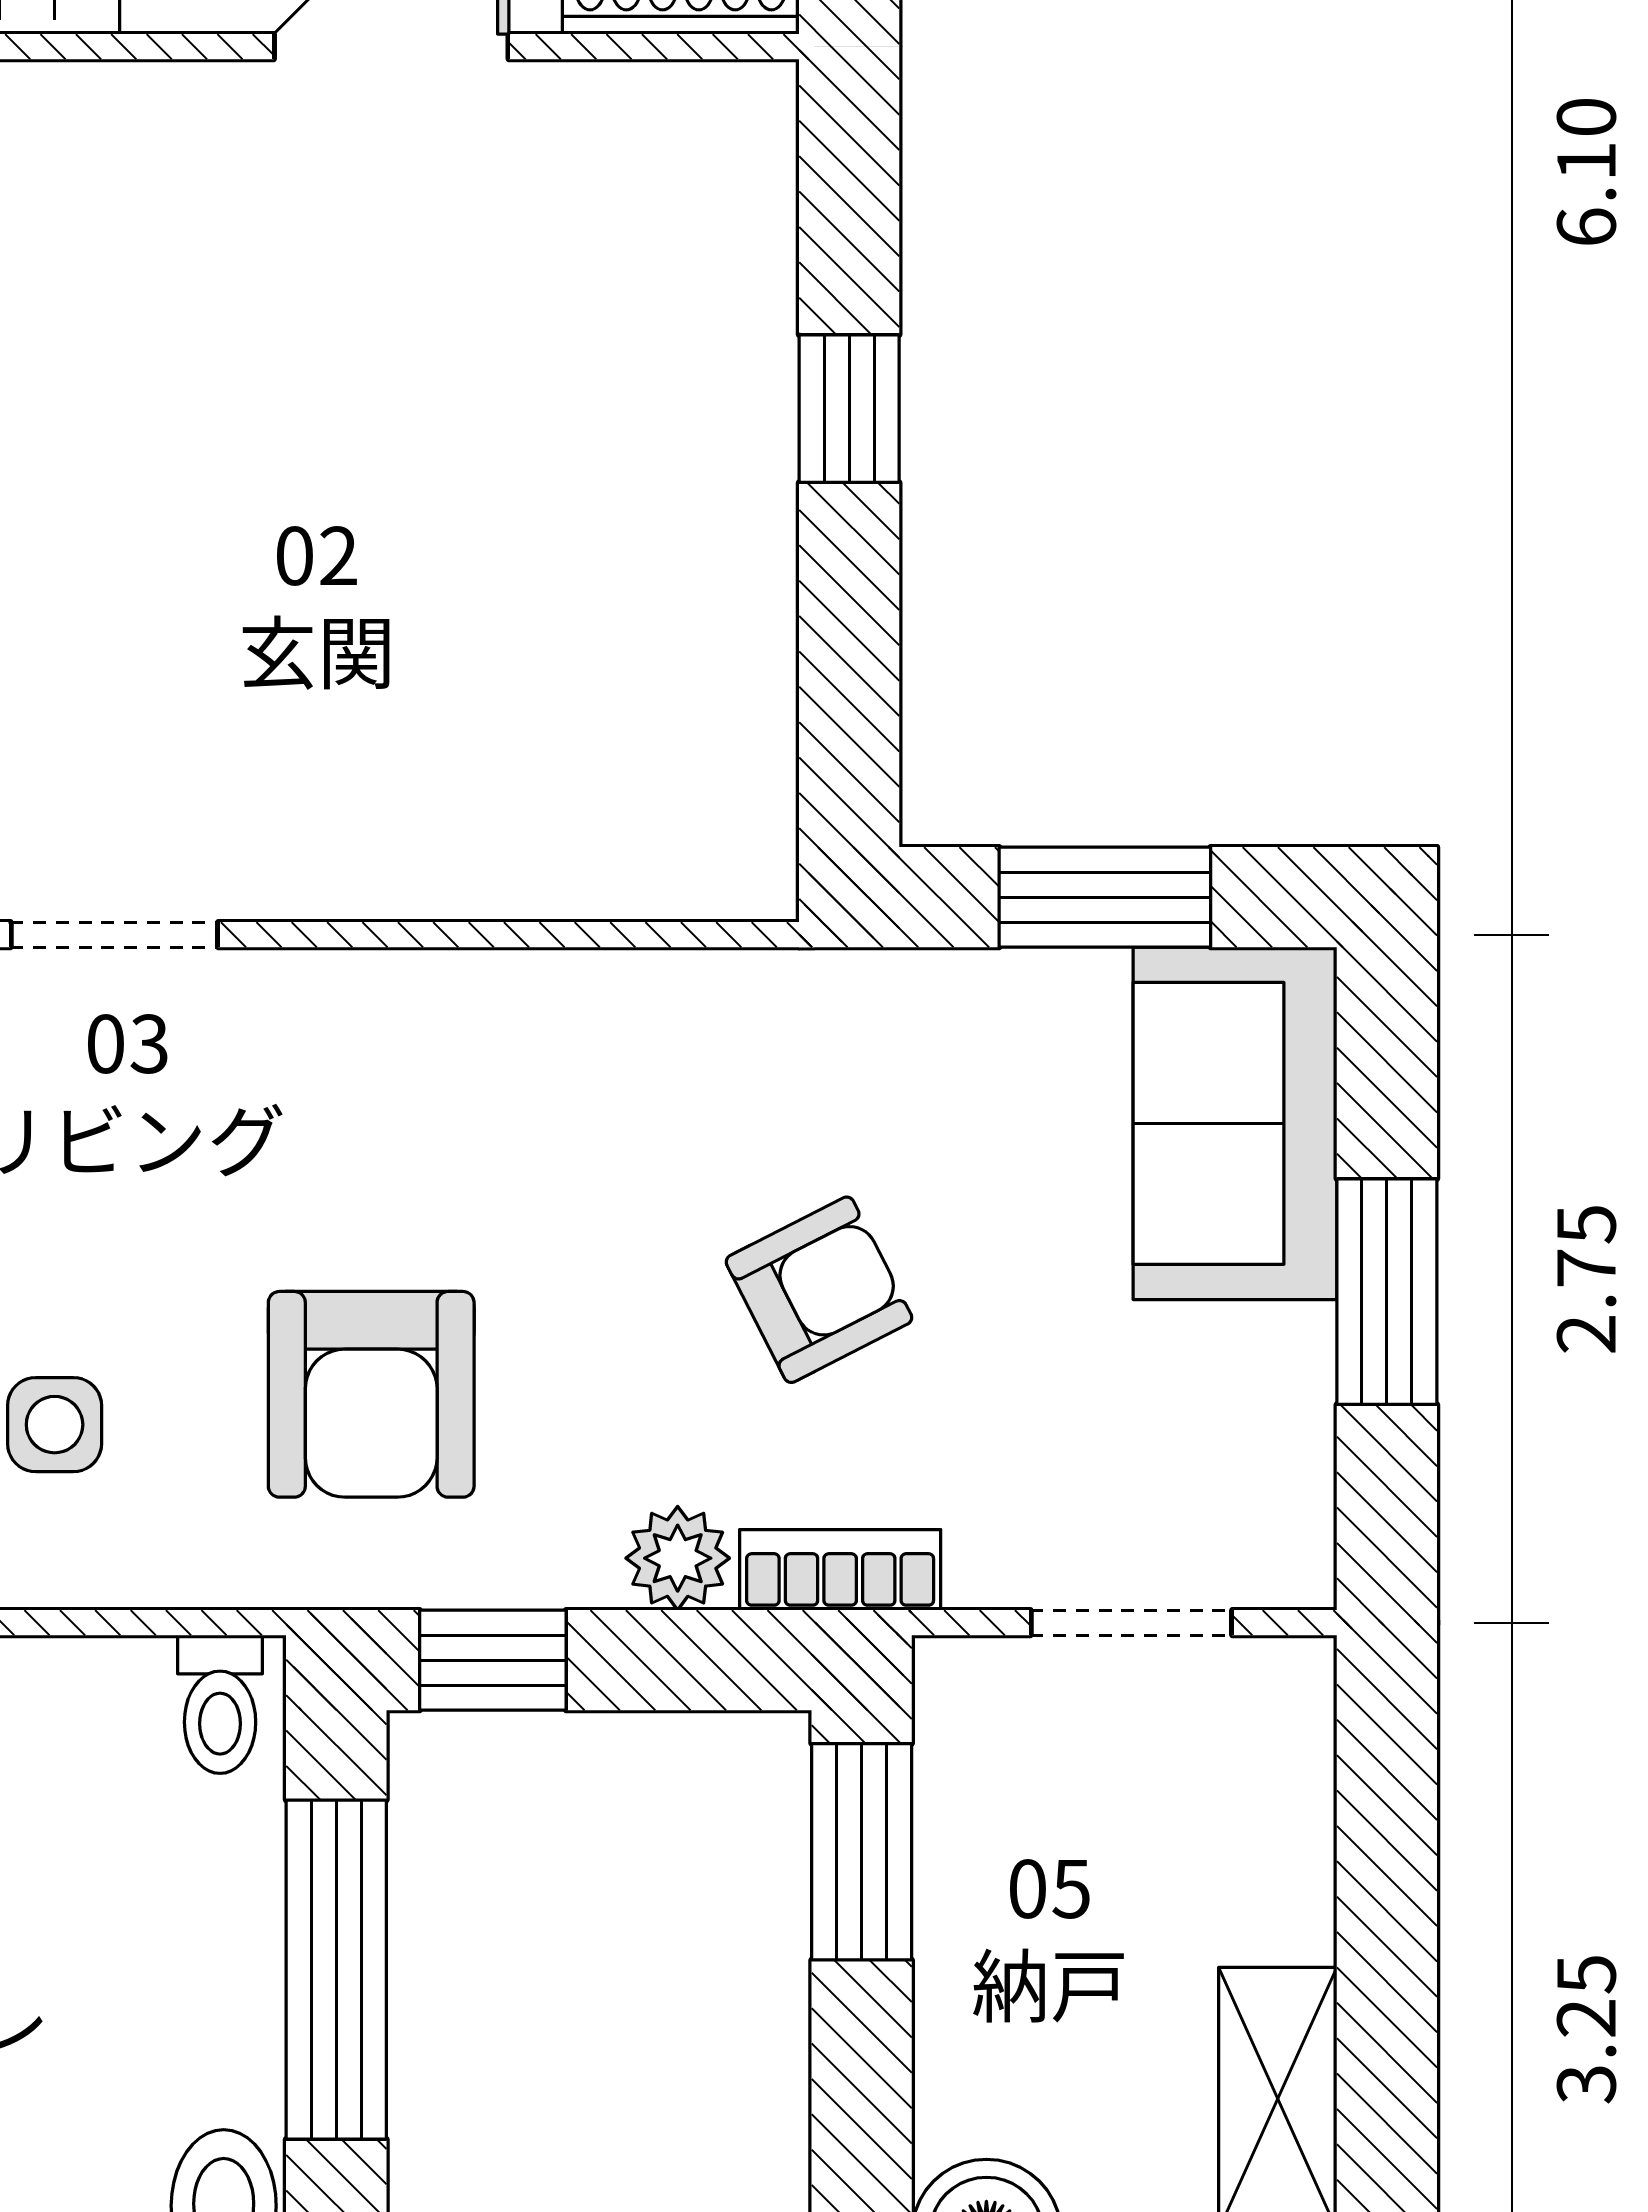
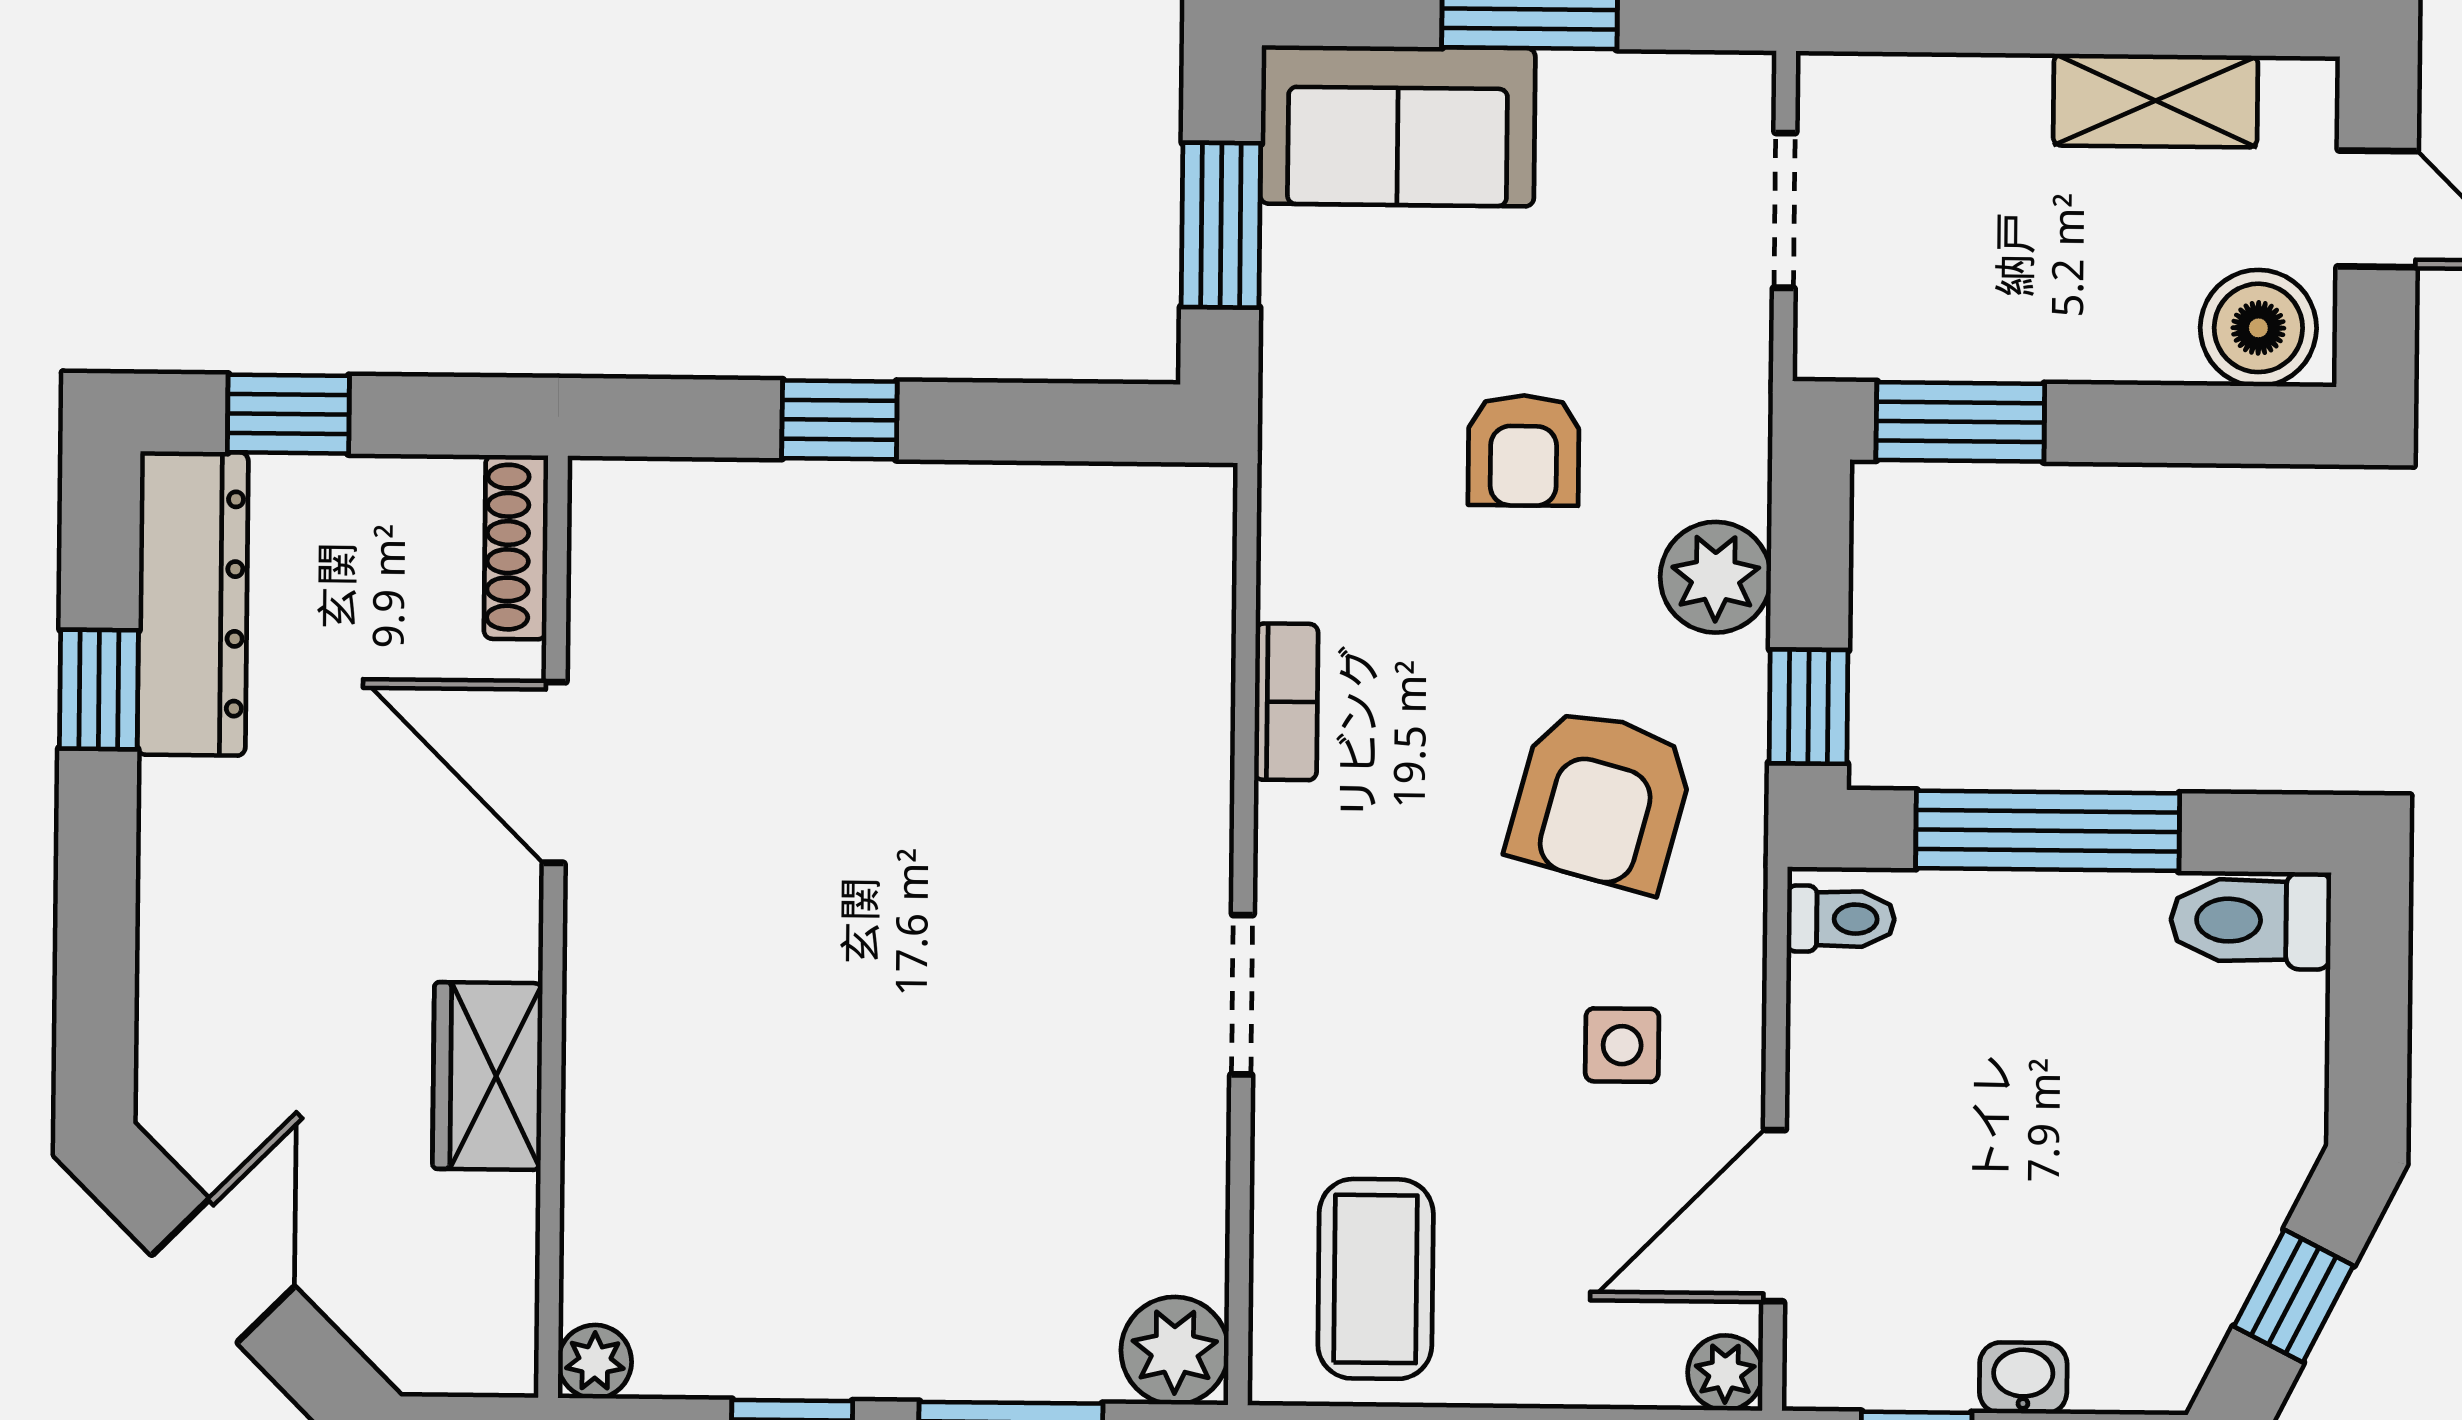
armchair: (819, 1290) -> (1524, 450), turned -153
armchair: (371, 1394) -> (1601, 799), turned 105
plant: (678, 1558) -> (1716, 577), width x1.38, depth x1.38
bookcase: (840, 1570) -> (1286, 702), moved, turned 180

